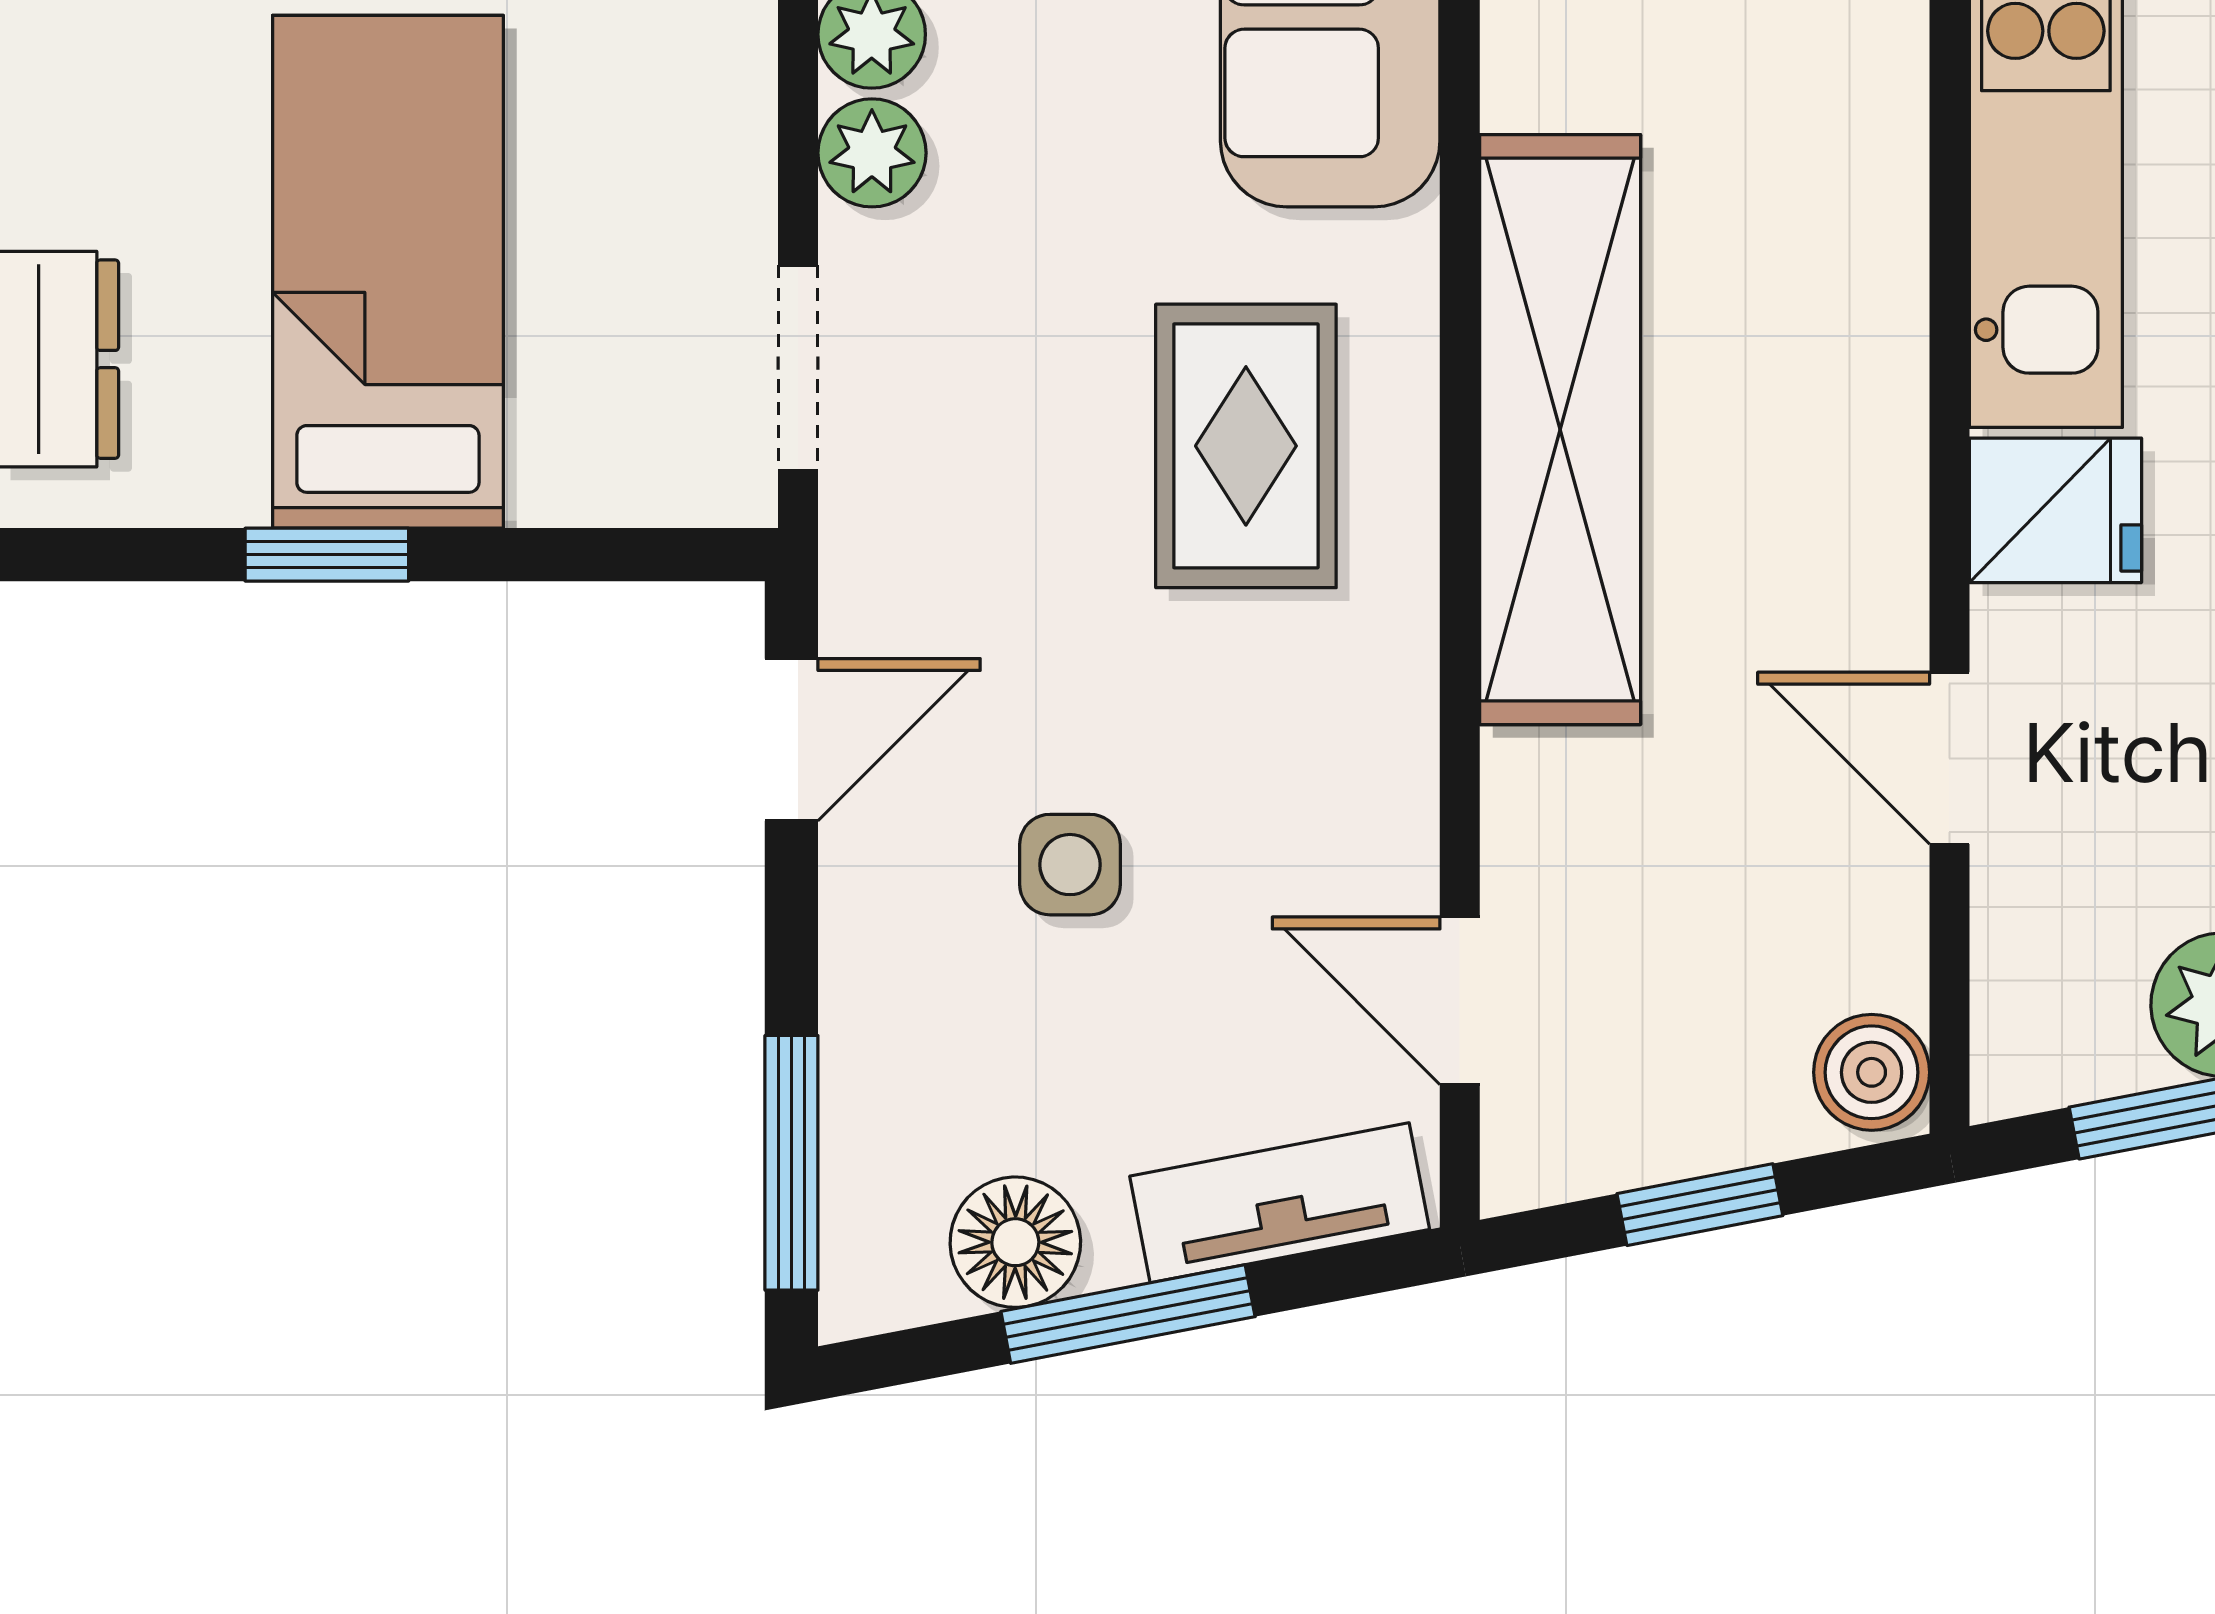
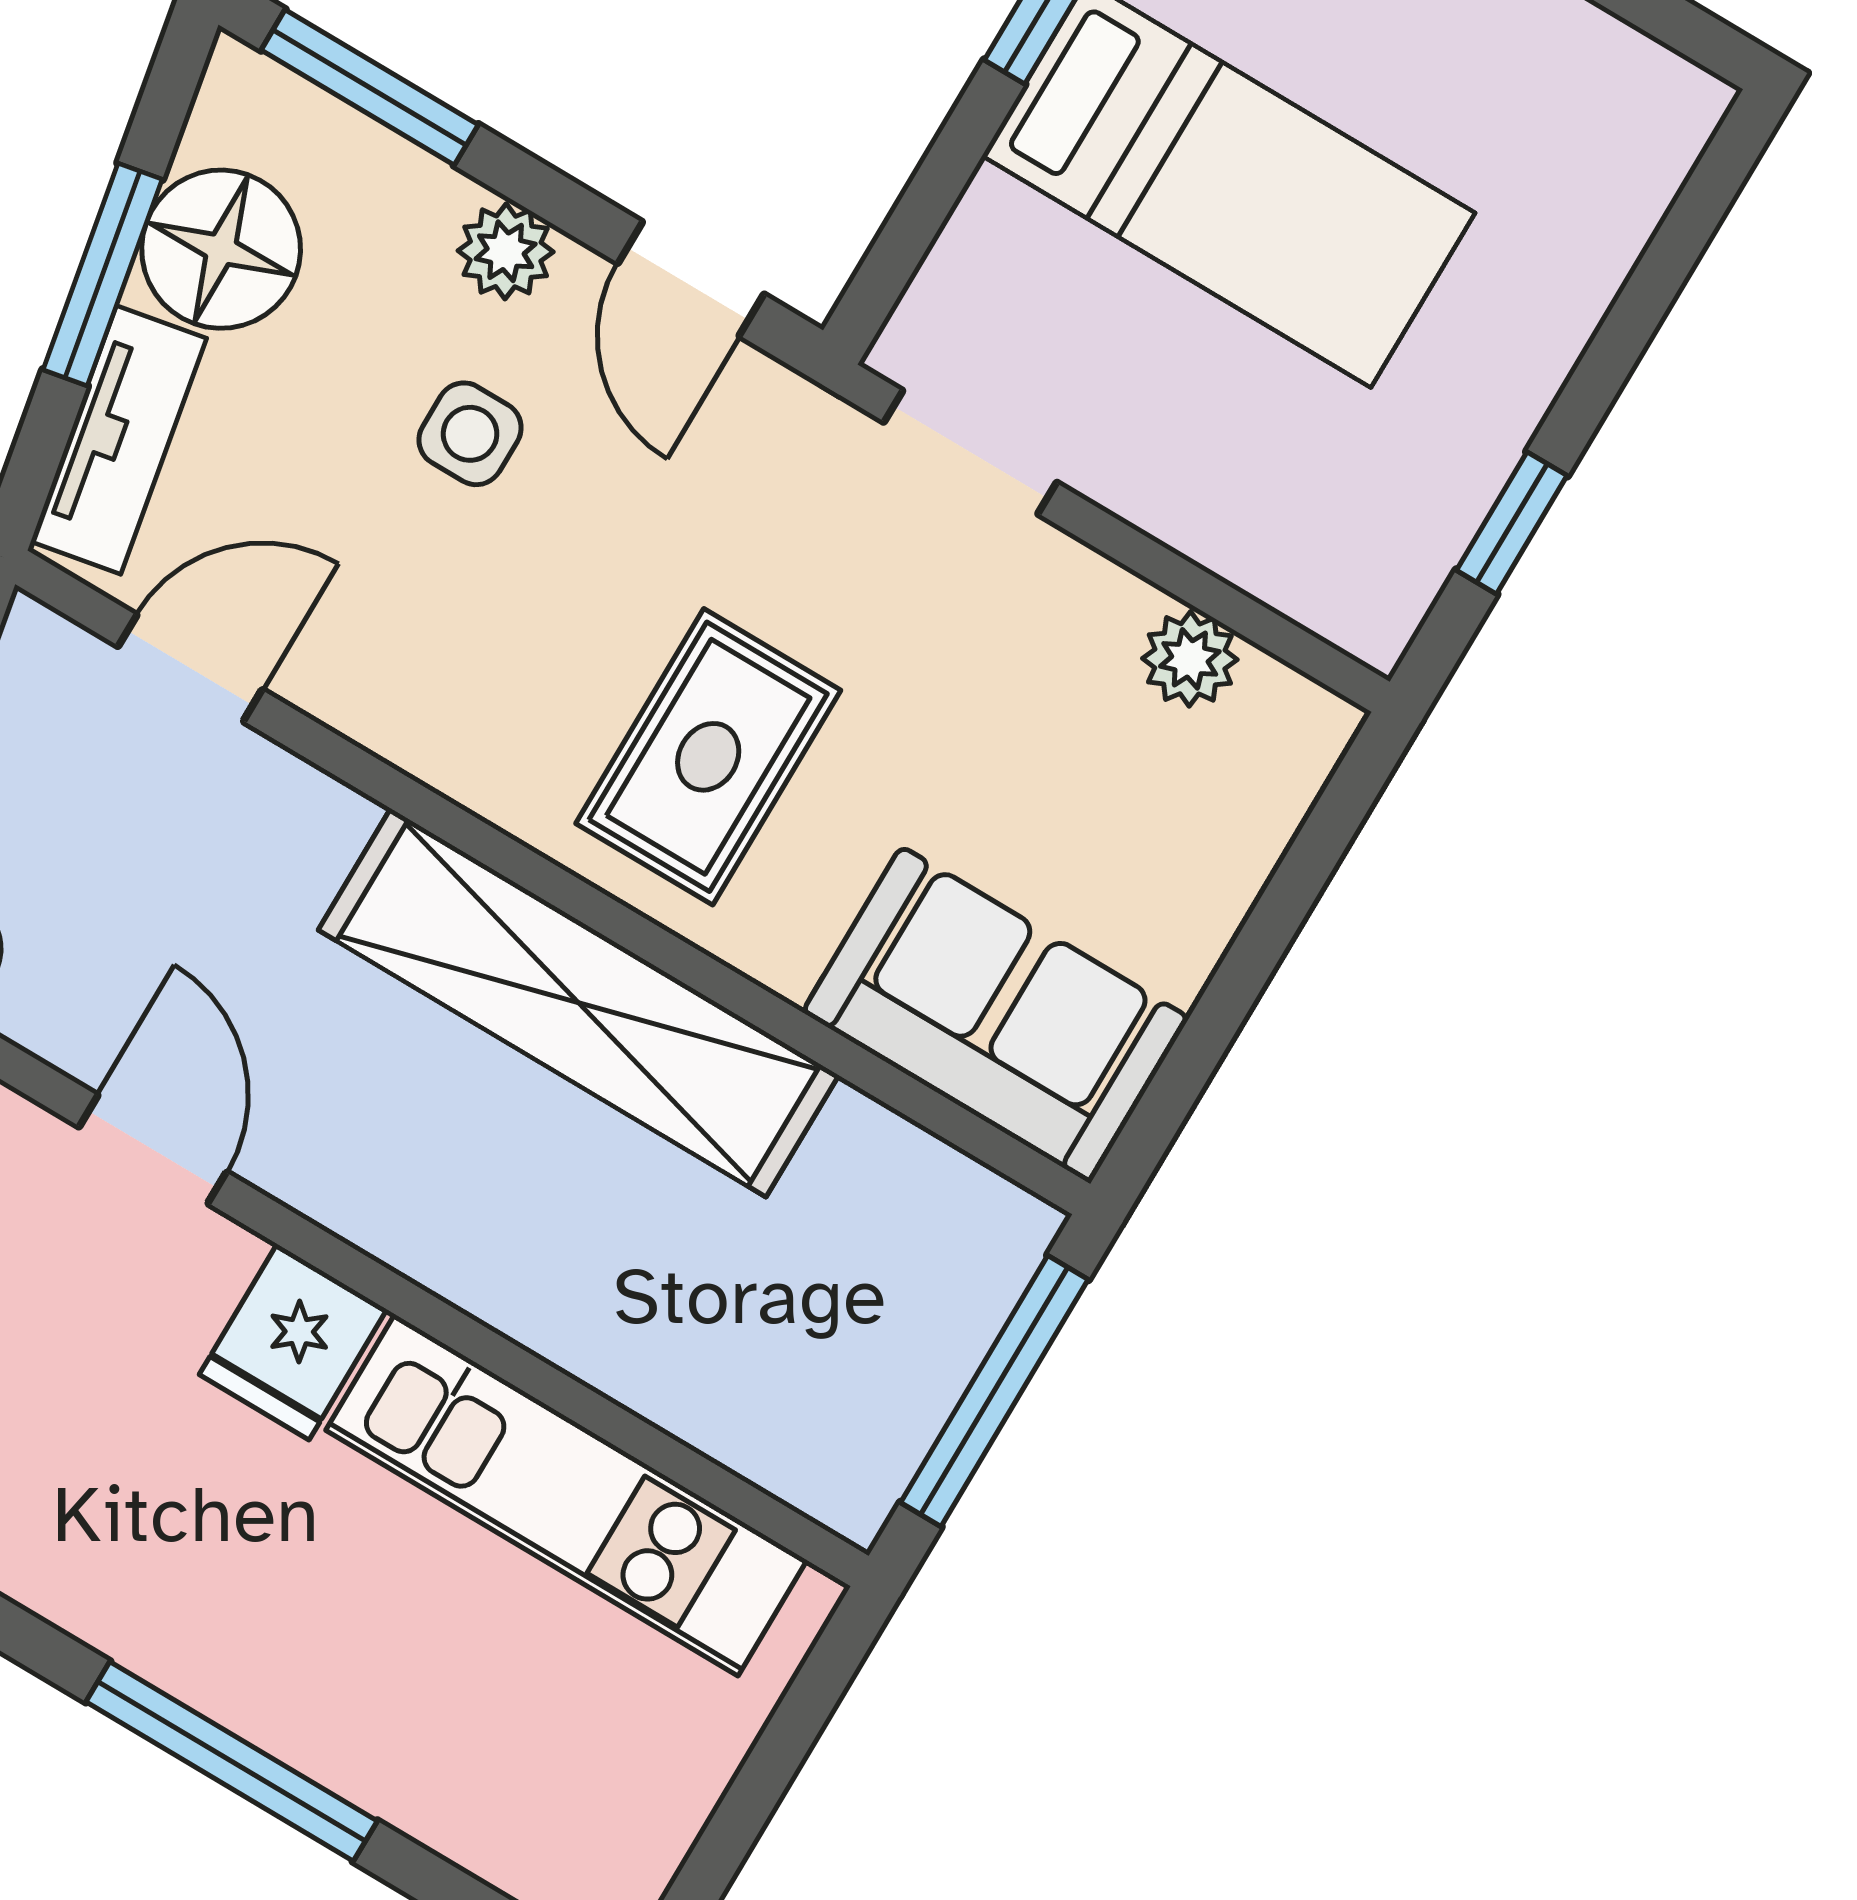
plant: (872, 153) -> (506, 251), moved
rug: (1246, 446) -> (708, 757), turned 90
door: (1949, 758) -> (153, 1149), hinge flipped
floor lamp: (1015, 1242) -> (221, 249), width x1.38, depth x1.38

